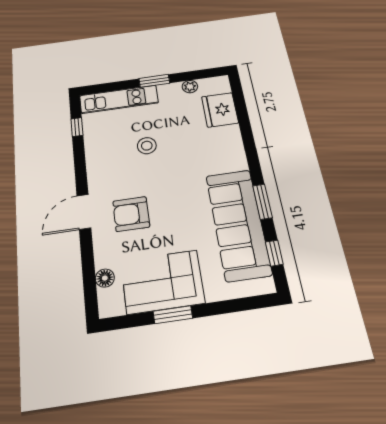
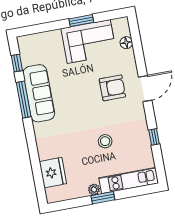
plant: (190, 87) -> (94, 189), moved
window: (77, 127) -> (154, 137), moved
window: (262, 202) -> (24, 99), width x1.44
sofa: (238, 224) -> (39, 93), width x0.74, depth x0.79

